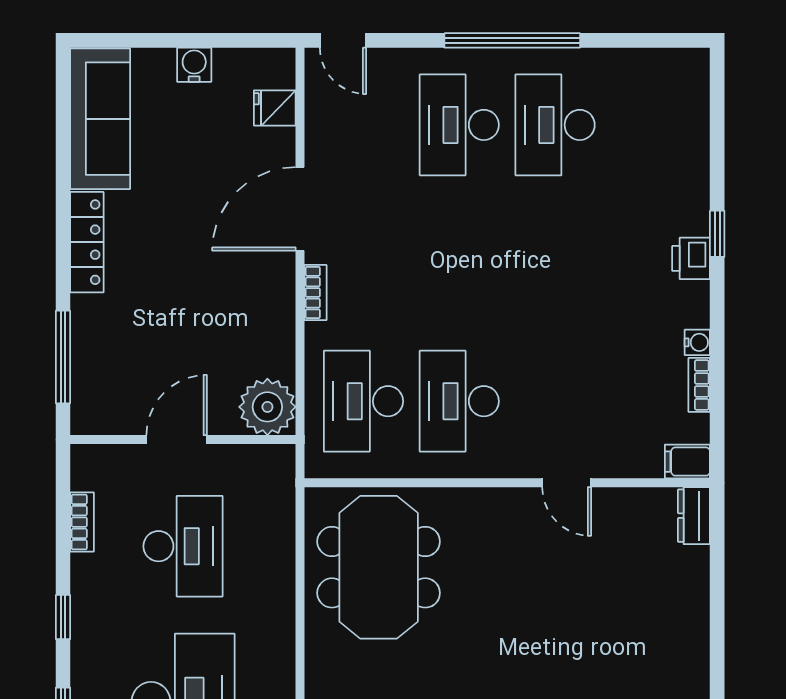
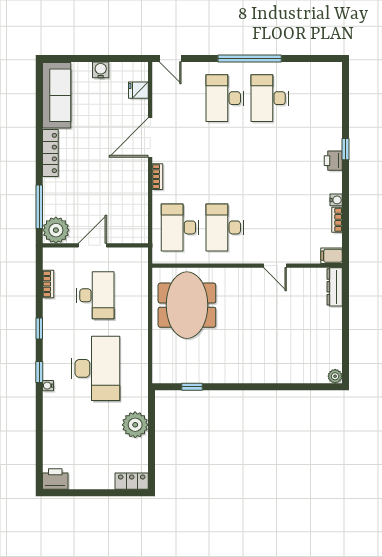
plant: (267, 407) -> (56, 230), moved
dresser: (694, 516) -> (335, 287), width x1.44

